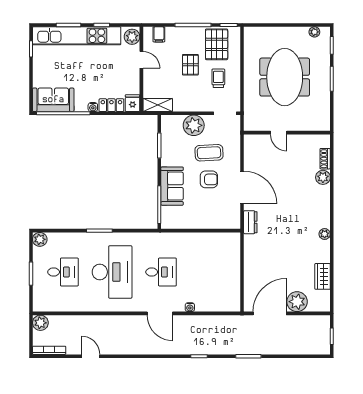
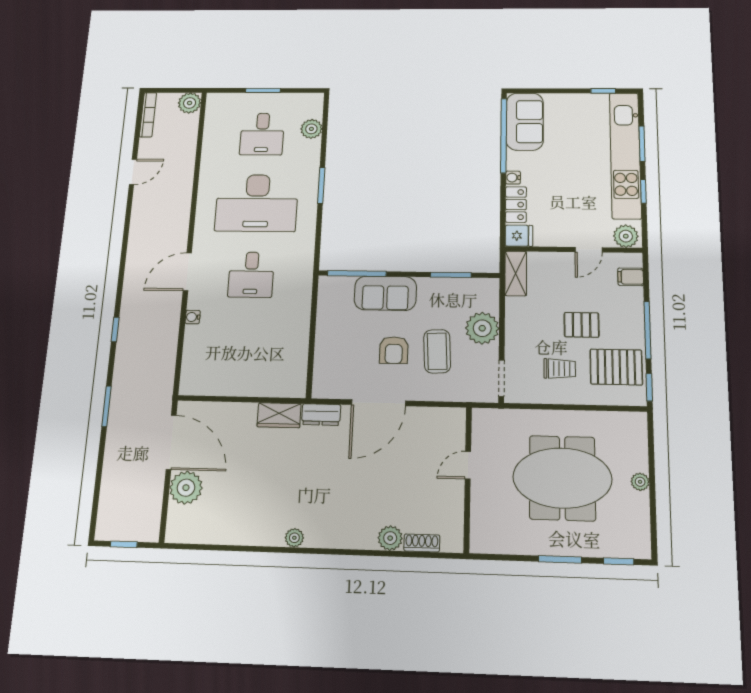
plant: (314, 32) -> (640, 482), moved
plant: (40, 239) -> (311, 129), moved
wardrobe: (323, 276) -> (279, 415), moved, turned 180

